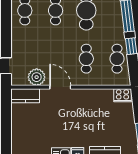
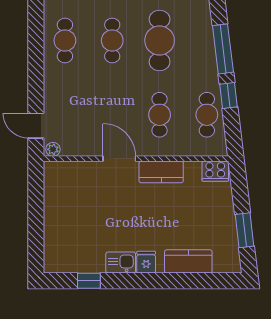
plant: (37, 77) -> (53, 149), moved, width x0.53, depth x0.53
kitchen counter: (25, 96) -> (161, 172), moved

